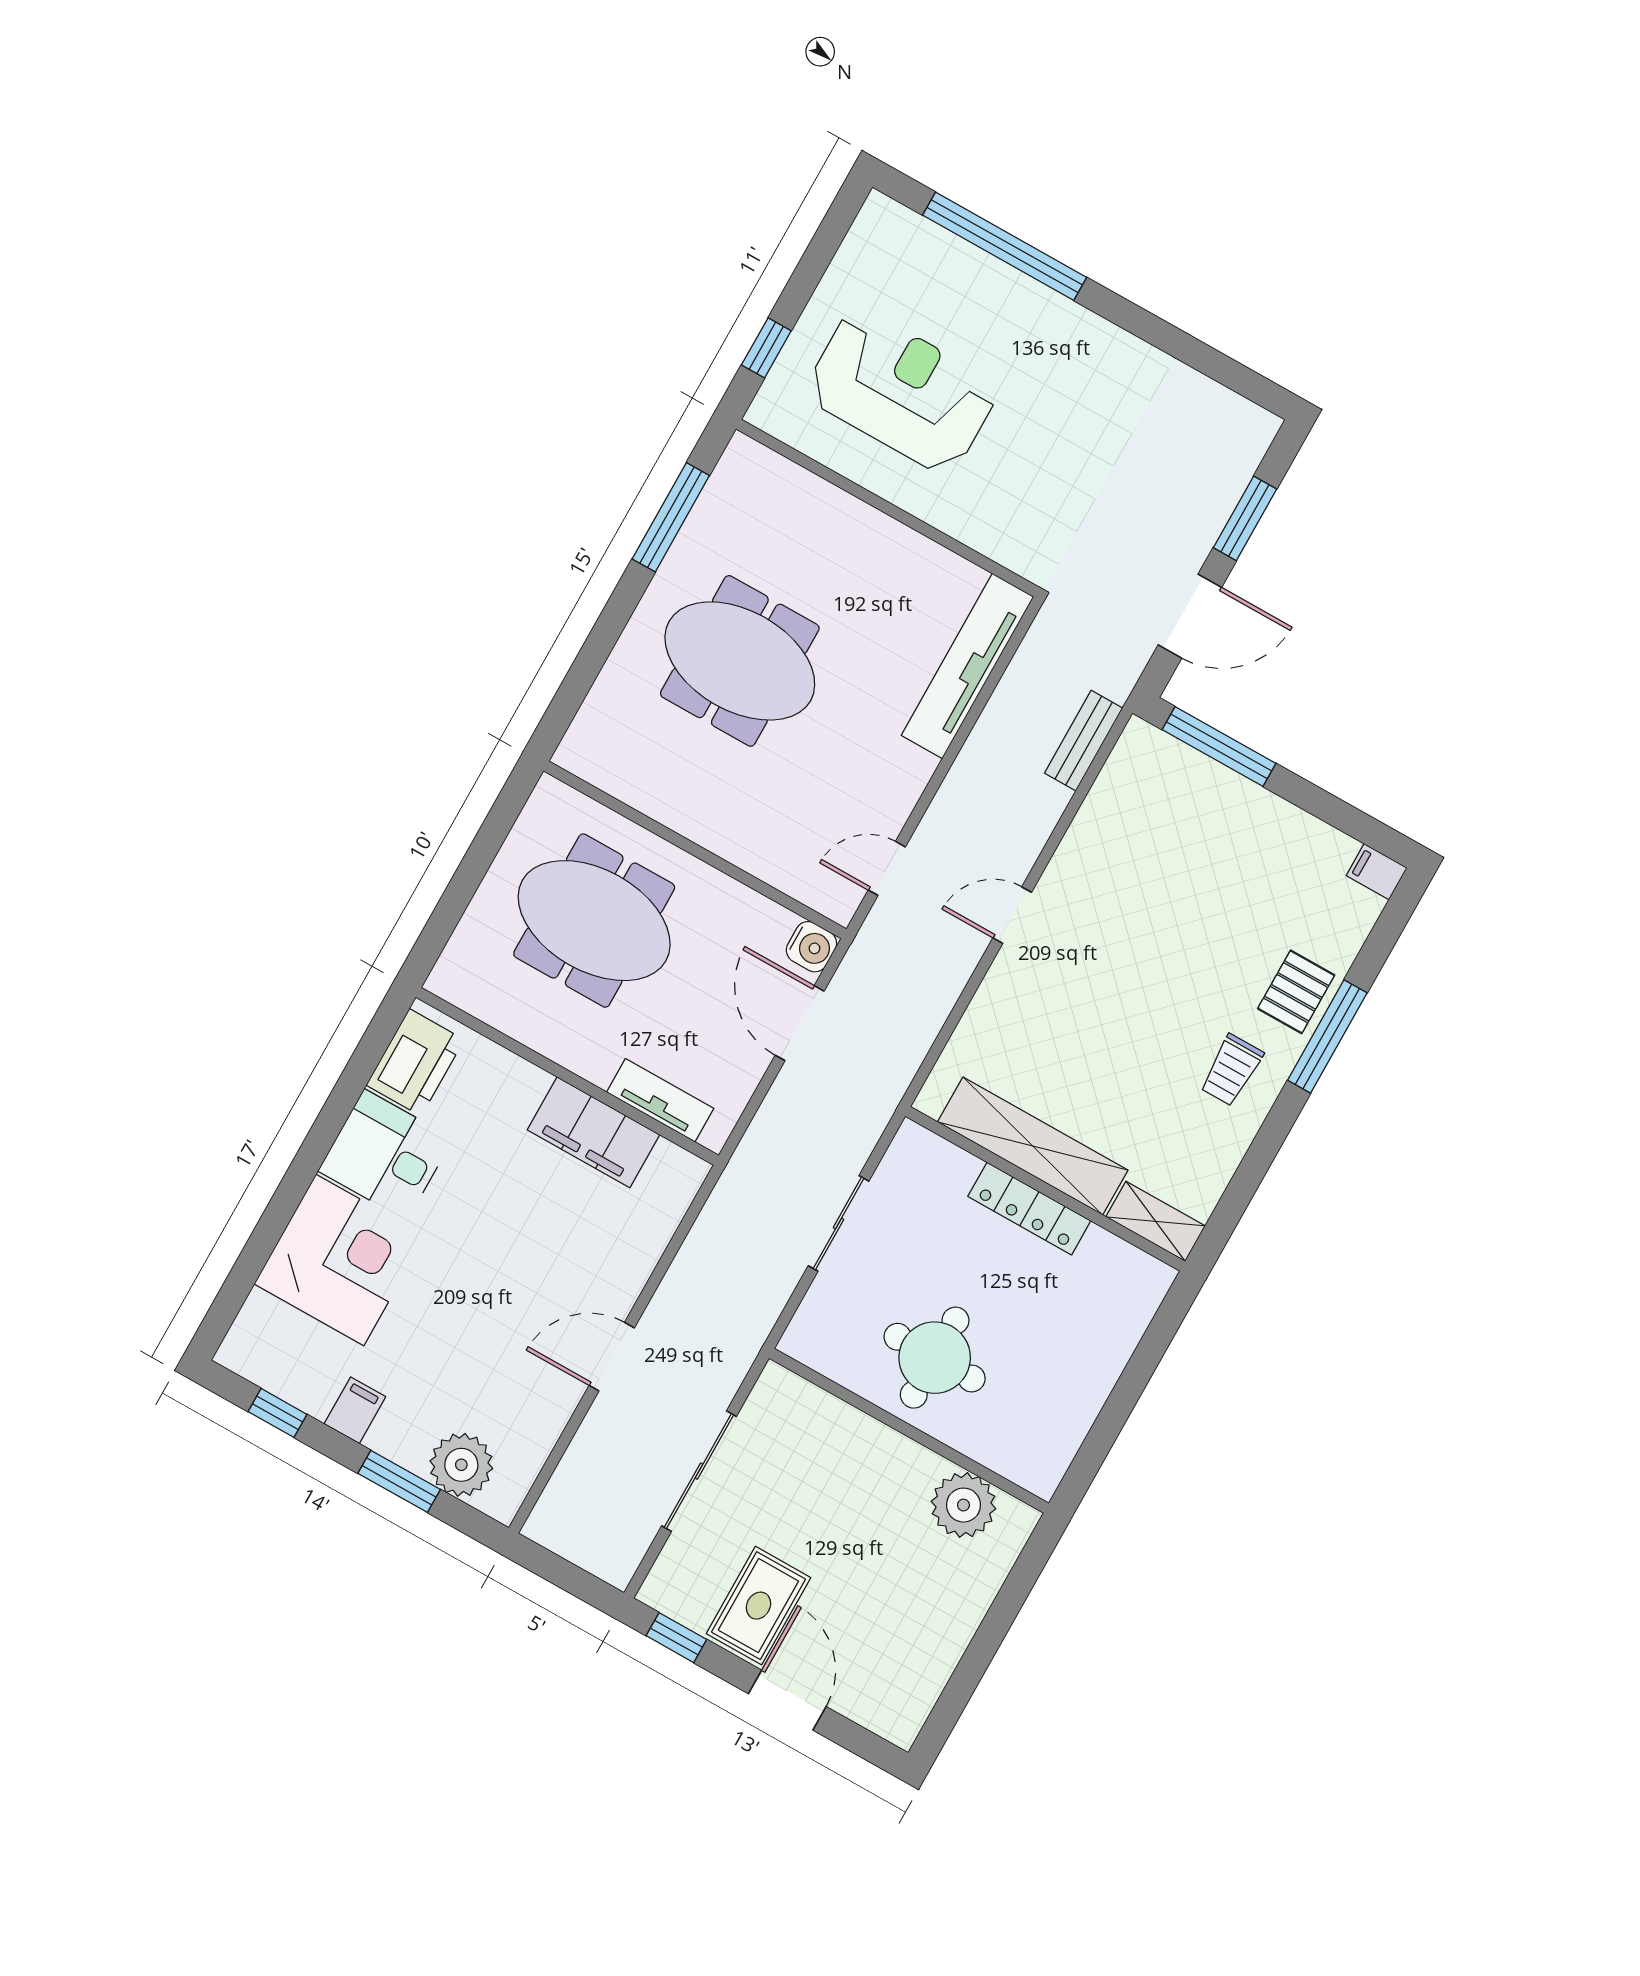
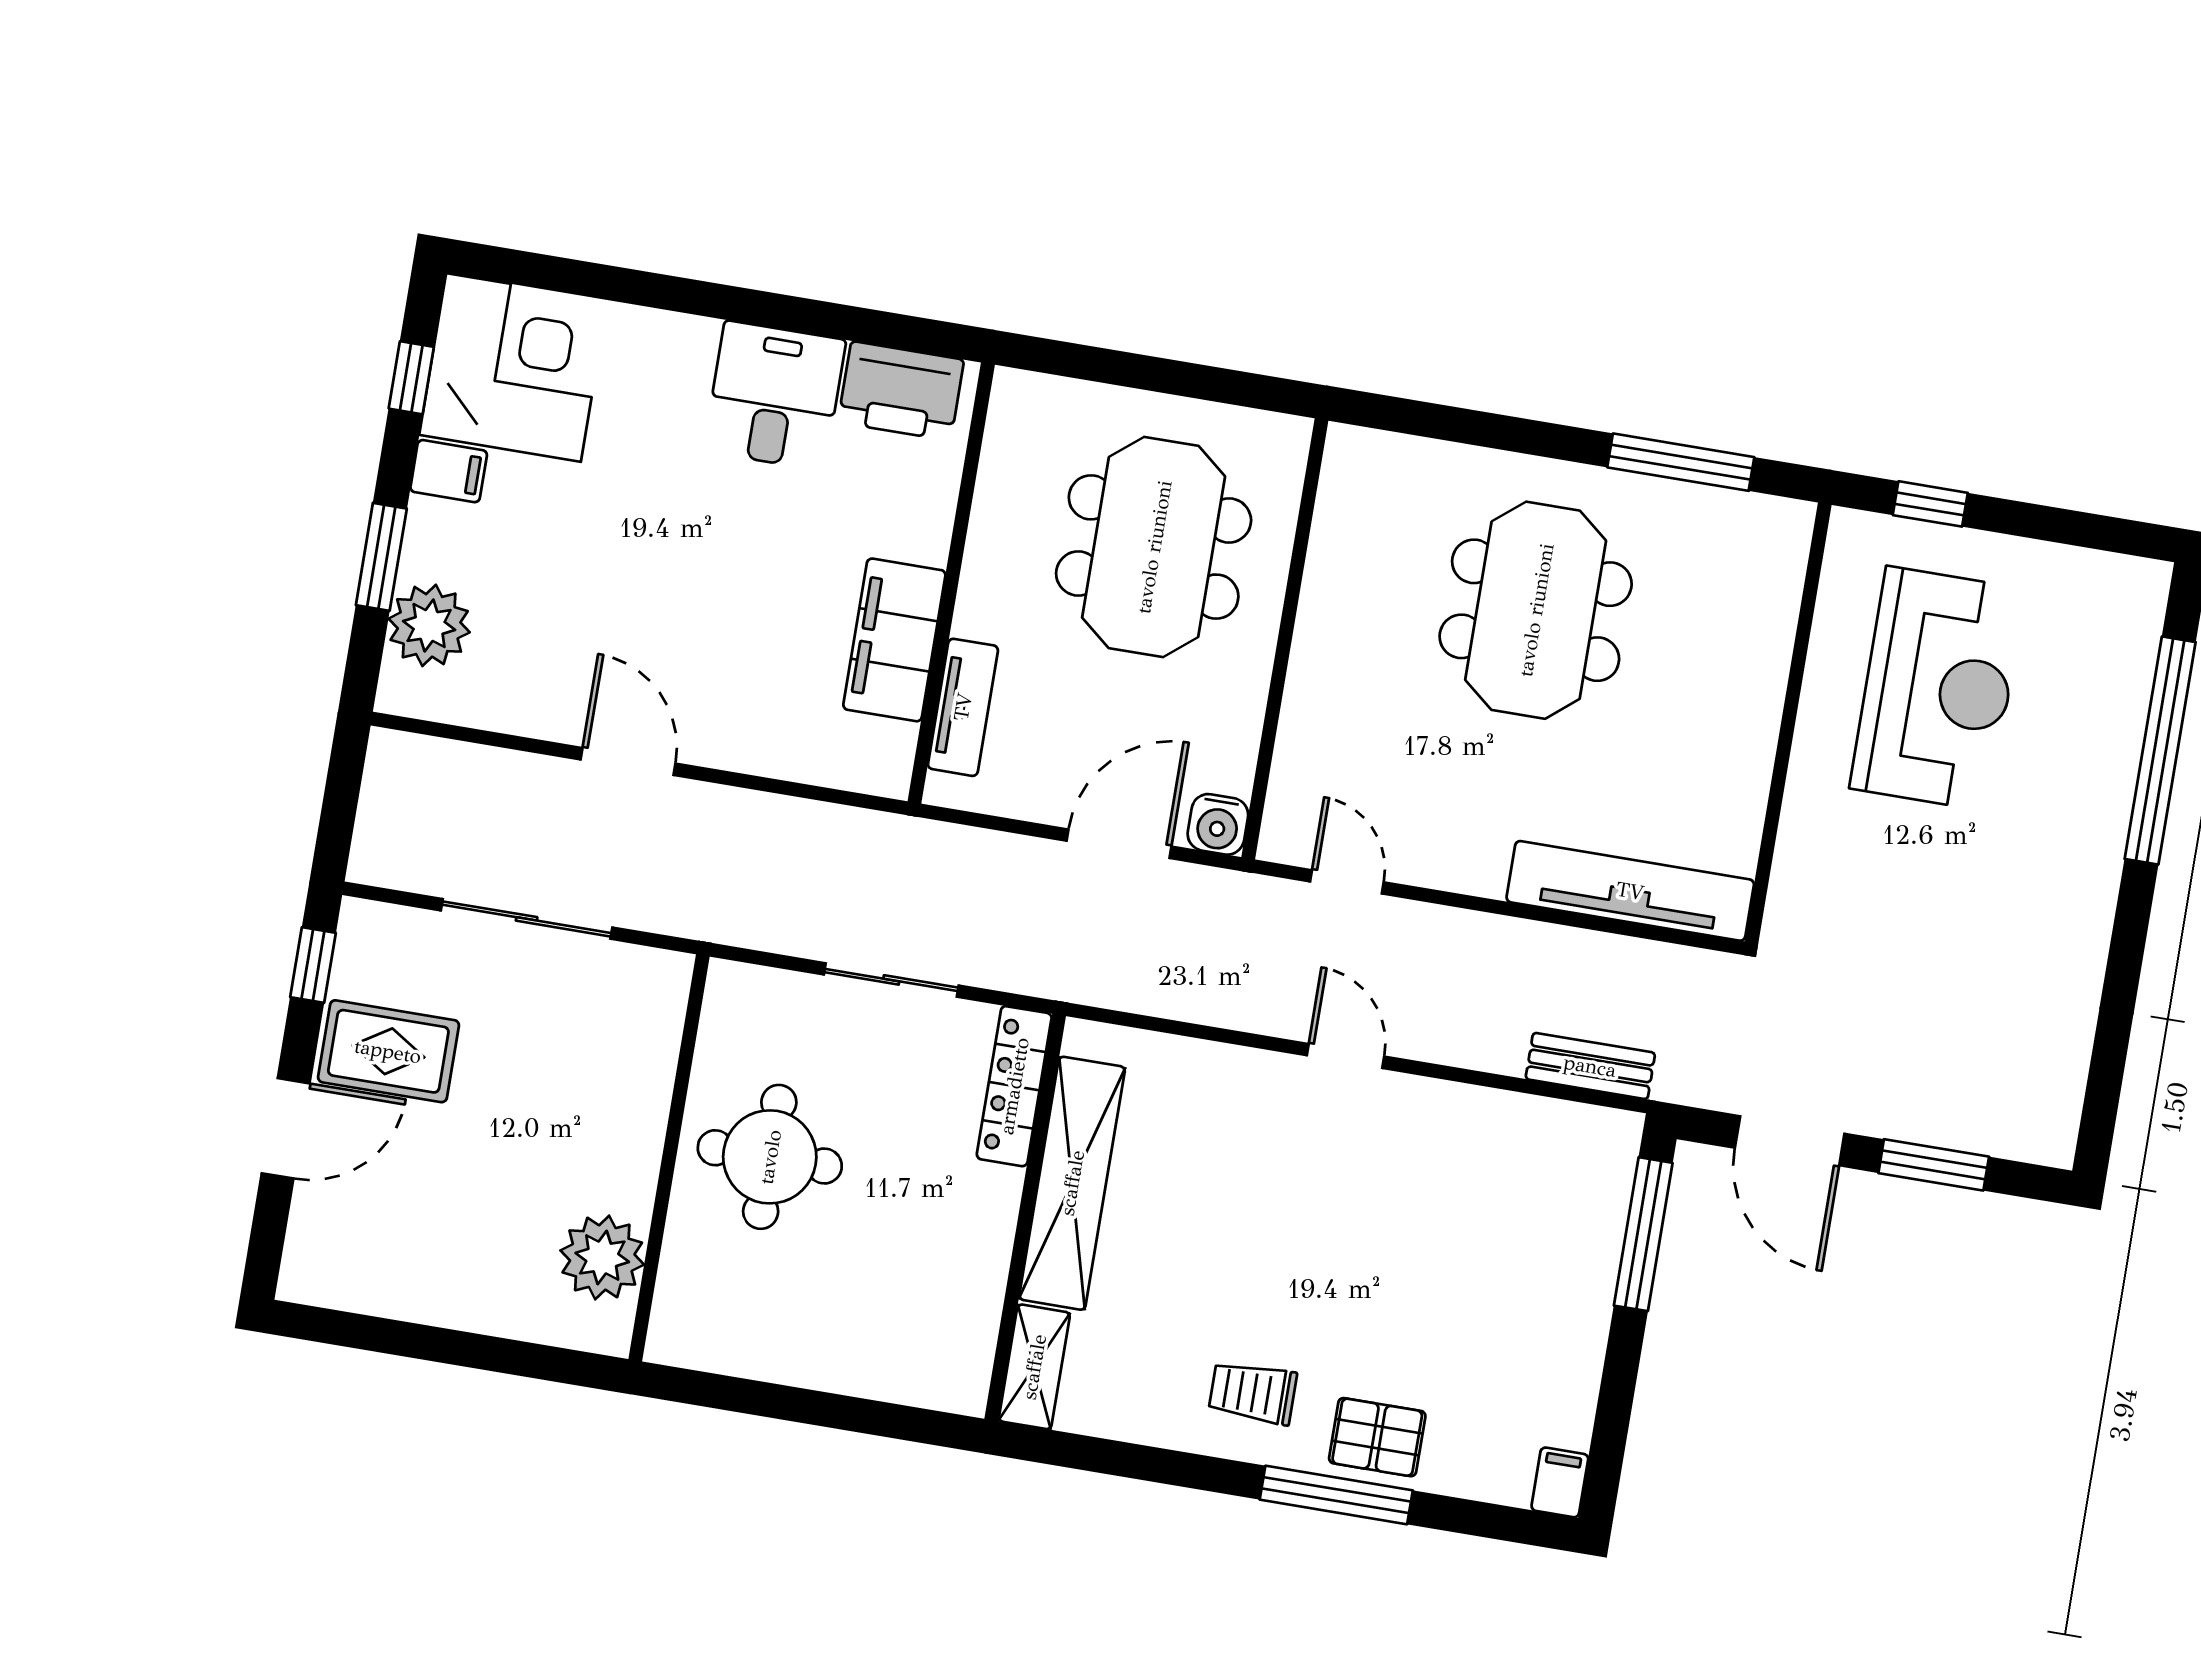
locker: (1029, 1209) -> (1014, 1086), moved
corner desk: (340, 1260) -> (514, 367), moved, turned -90

